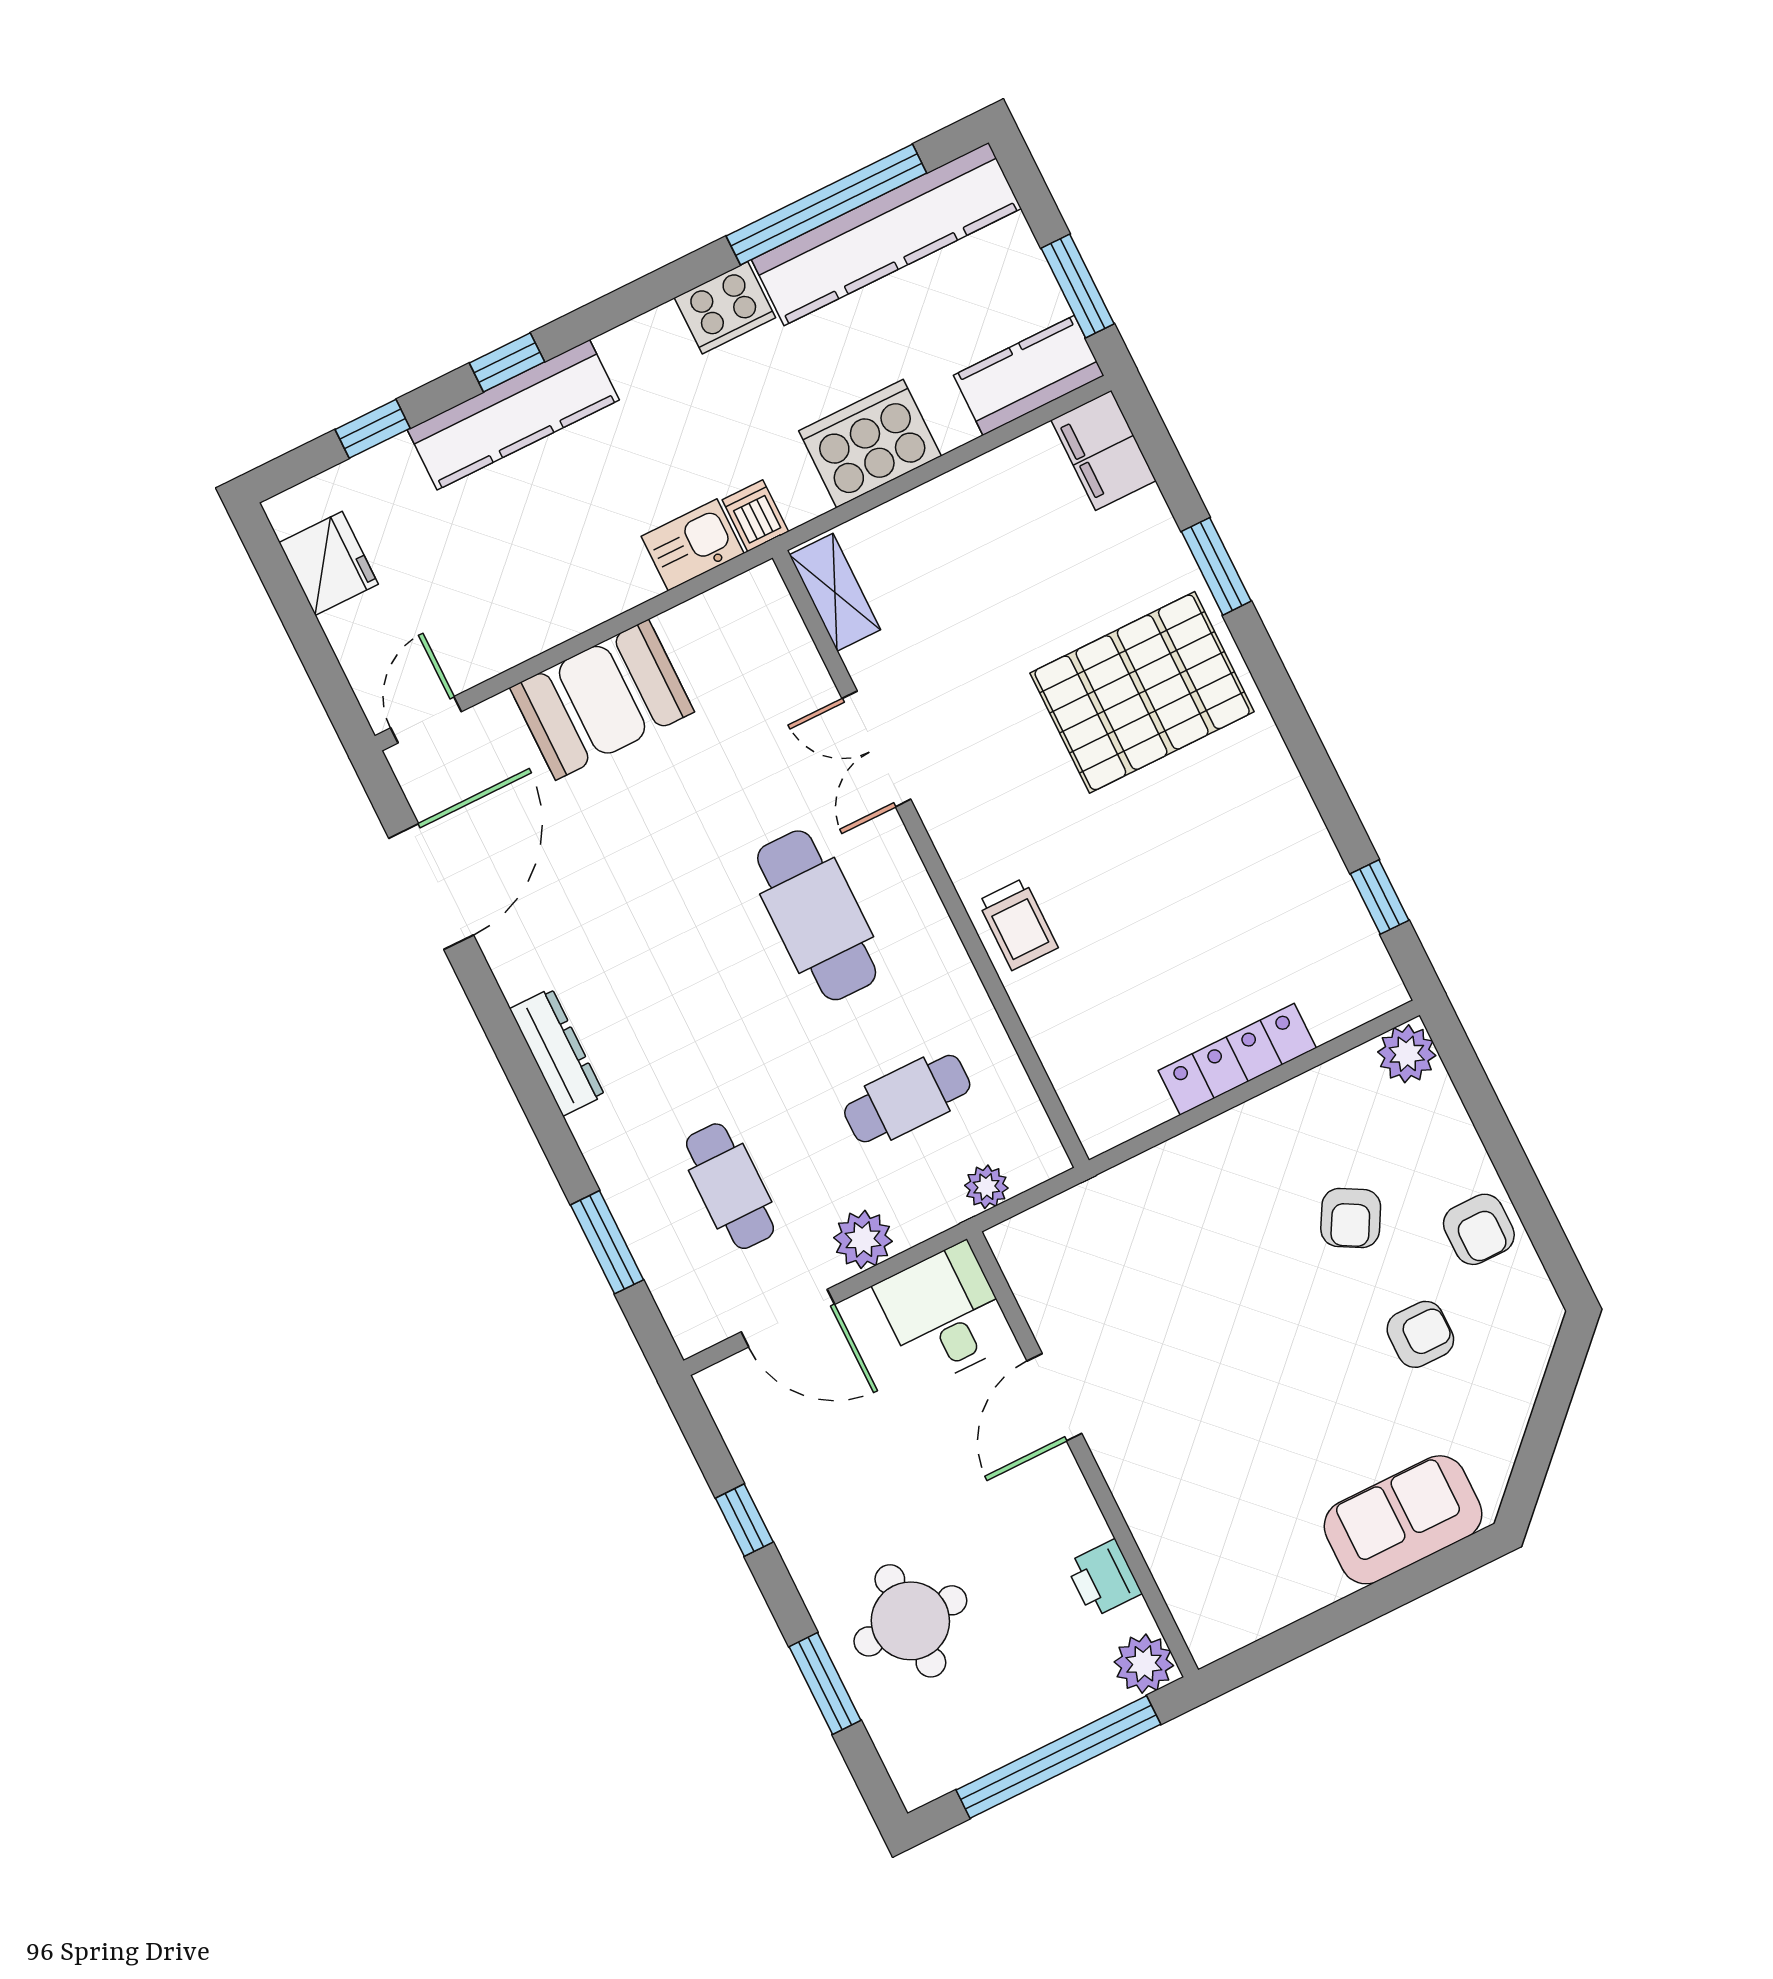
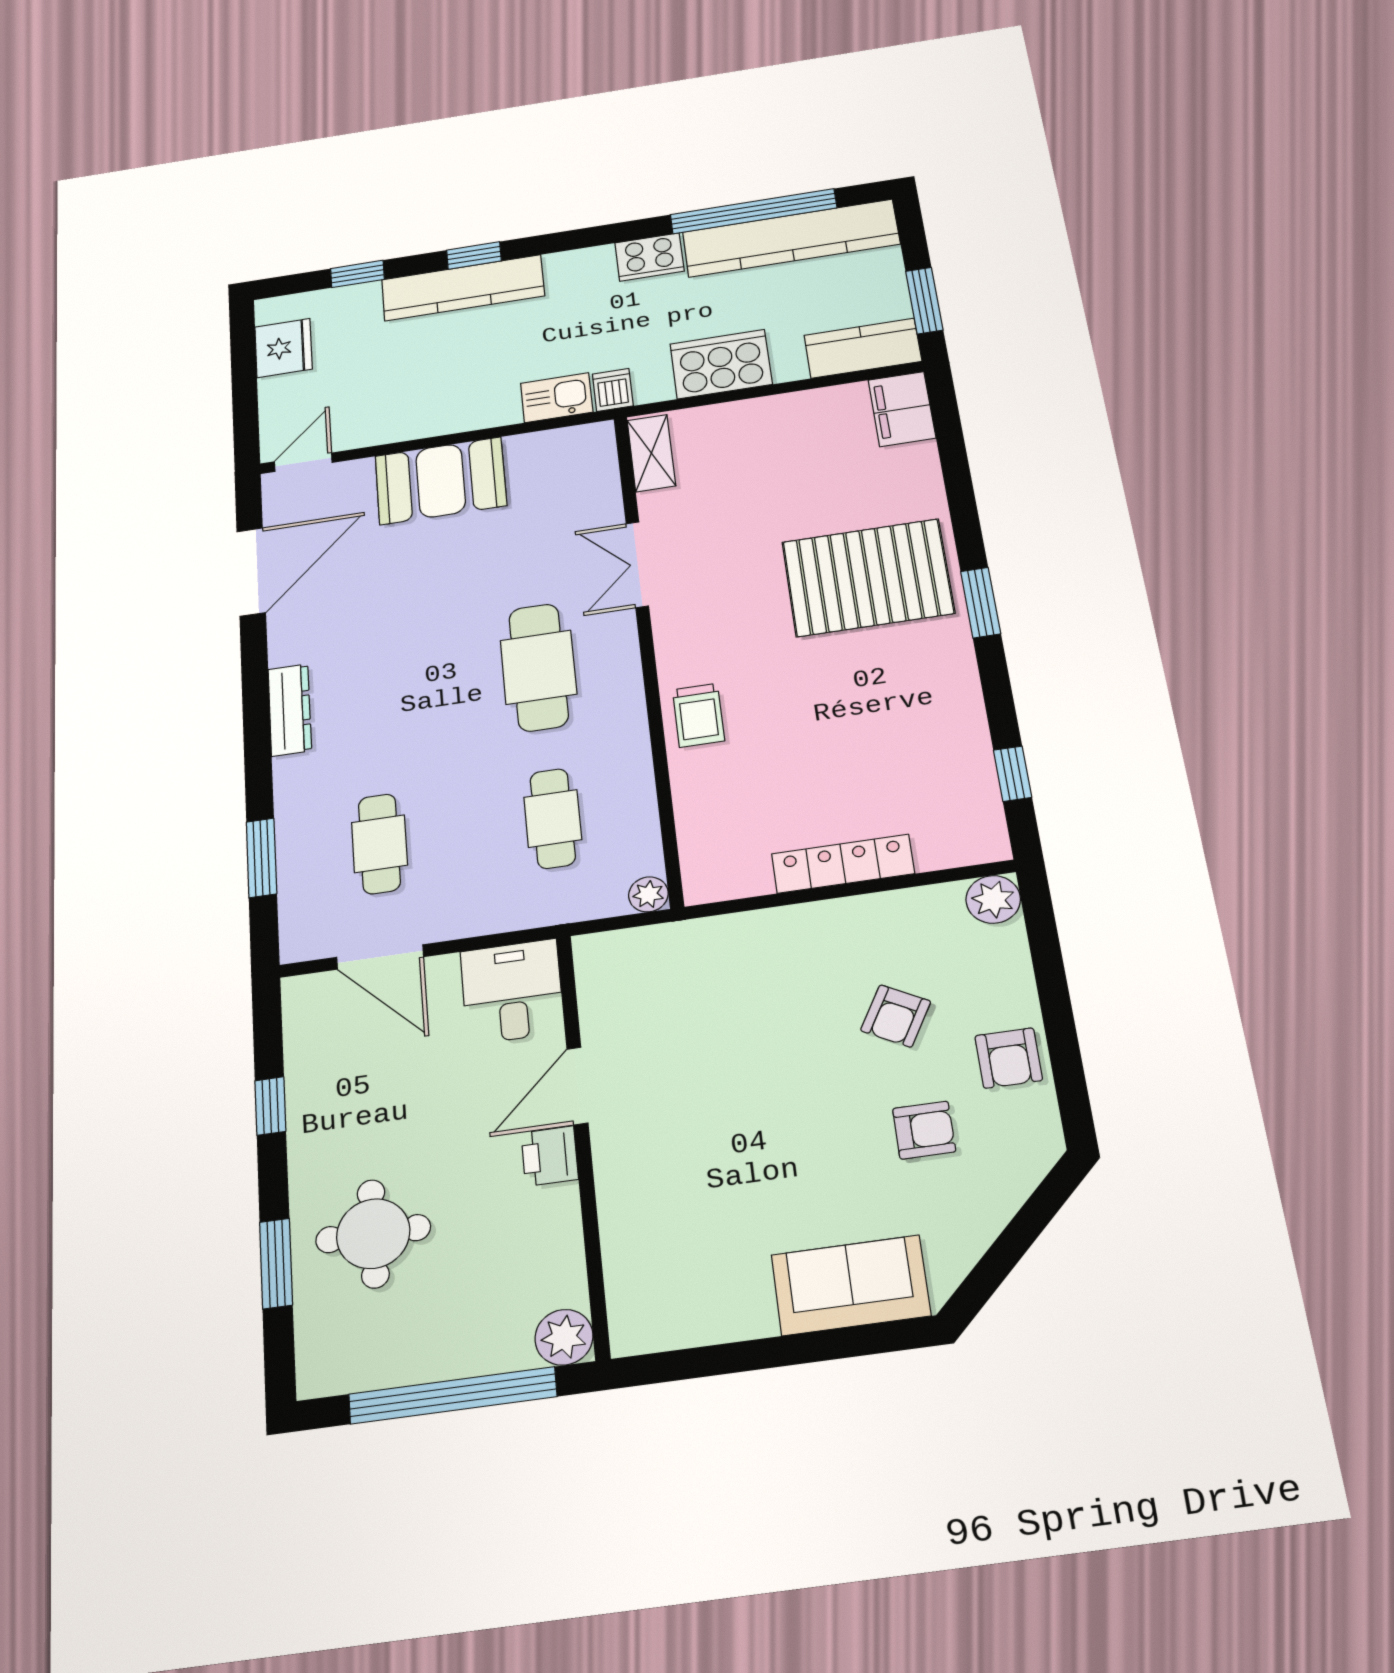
window: (1216, 566) -> (981, 602), moved
cafe table: (907, 1099) -> (553, 818), turned 90
plant: (986, 1187) -> (648, 894), moved
plant: (863, 1239) -> (469, 914), removed
printer: (1104, 1578) -> (550, 1156), moved

